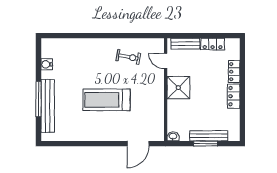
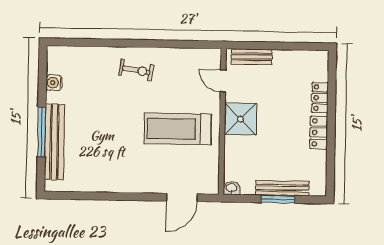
locker: (213, 44) -> (290, 58), removed
exercise bike: (128, 57) -> (136, 70), moved
treadmill: (106, 100) -> (178, 129), moved

